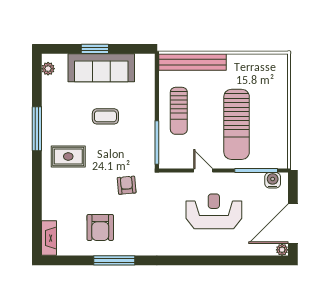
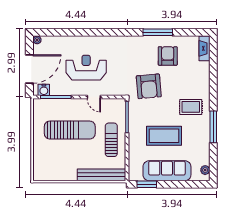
window: (95, 49) -> (147, 184), moved
coffee table: (105, 116) -> (164, 136), width x1.86, depth x1.72
sun lounger: (237, 124) -> (70, 130), turned 90
armchair: (127, 185) -> (149, 86), width x1.88, depth x1.88
reception desk: (214, 211) -> (86, 68), turned 180
door: (293, 224) -> (29, 69), moved

